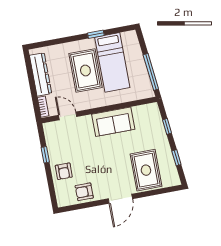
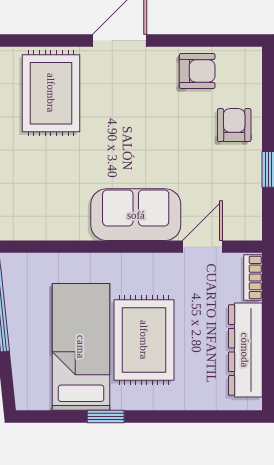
door: (68, 116) -> (202, 247), swing flipped
sofa: (113, 122) -> (136, 215), moved

